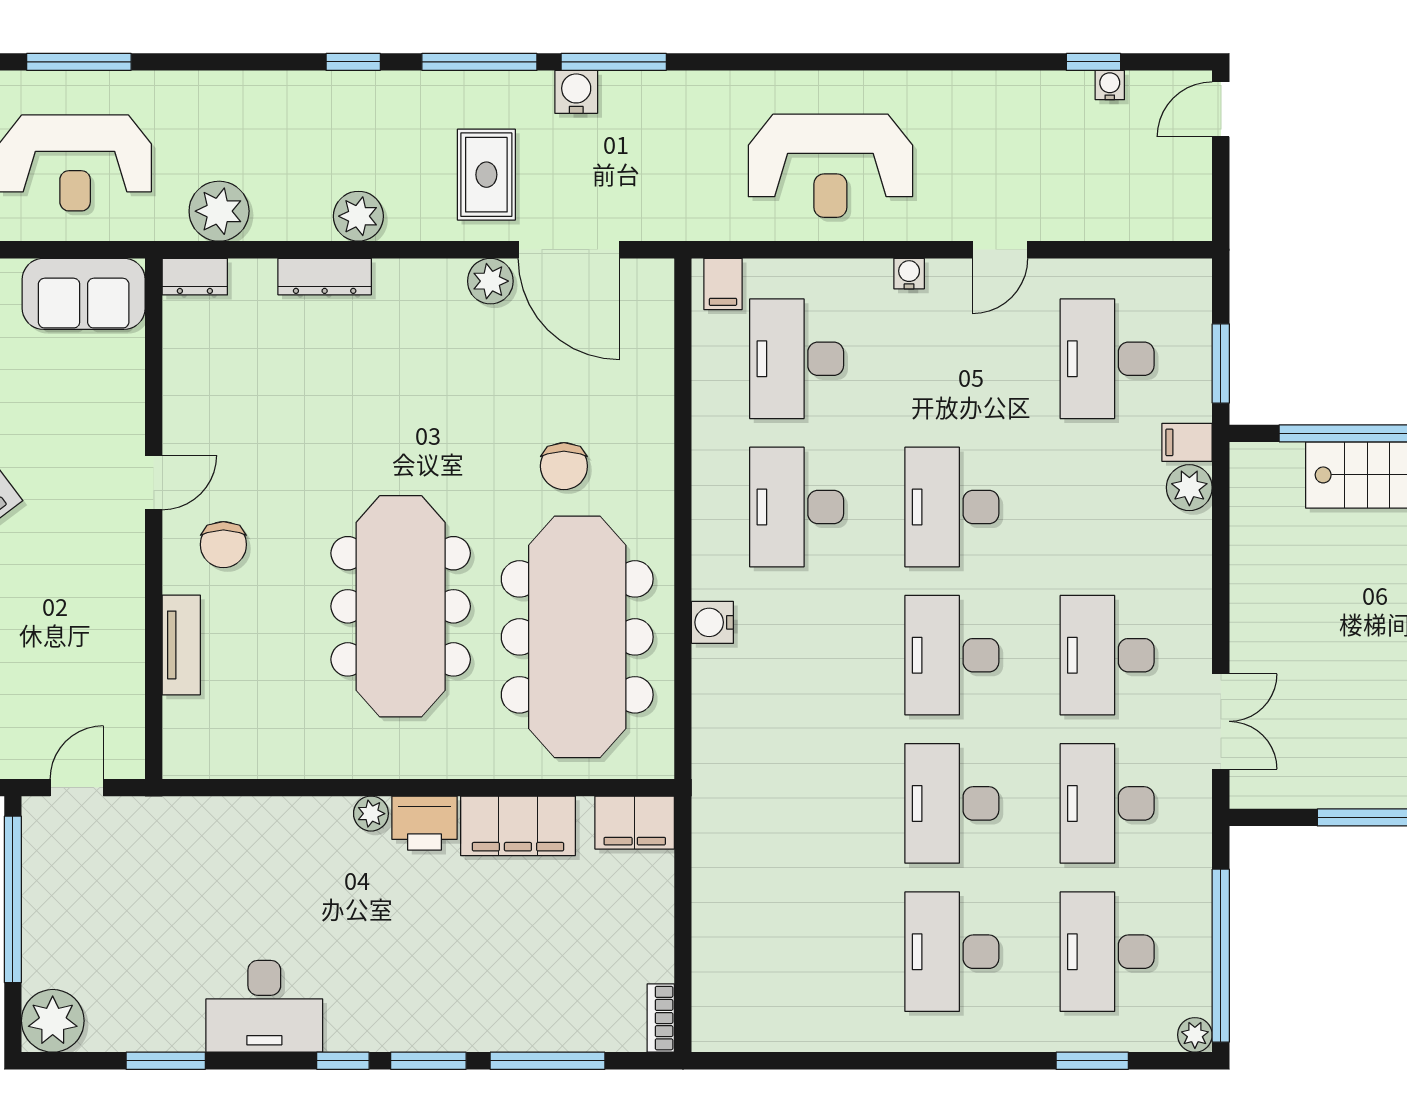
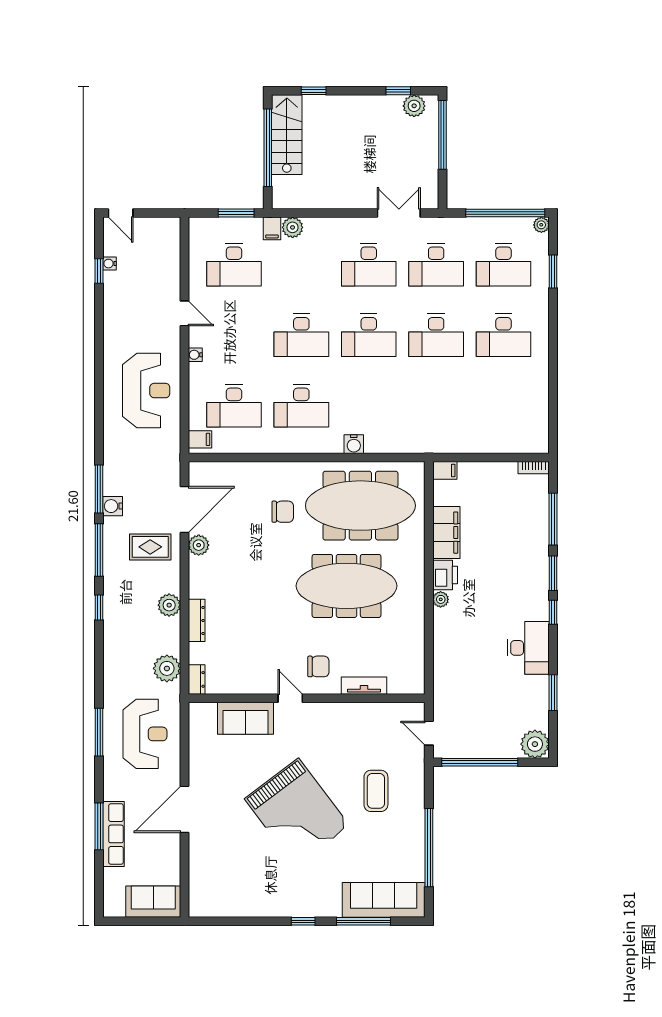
sofa: (84, 294) -> (245, 718), moved, turned 90
filing cabinet: (635, 823) -> (445, 470), width x0.50

